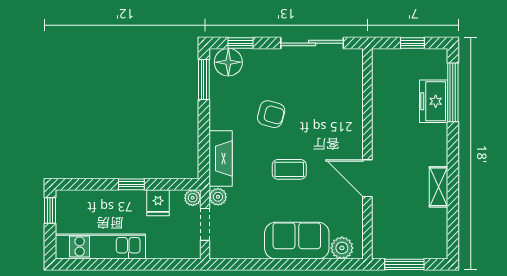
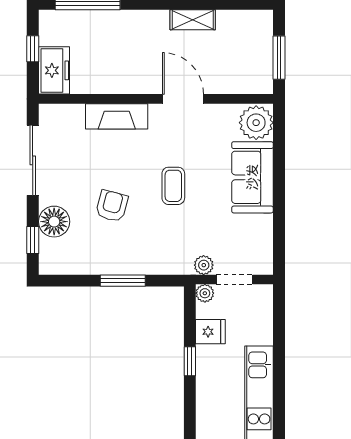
floor lamp: (228, 62) -> (54, 222), moved
window: (204, 80) -> (123, 281), moved
freezer: (434, 101) -> (54, 70), moved, turned -90
fireplace: (221, 159) -> (117, 116), moved, turned 180
door: (367, 178) -> (183, 99), swing flipped
plant: (342, 248) -> (256, 123), width x1.36, depth x1.36

